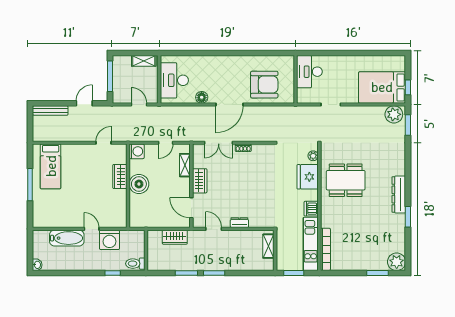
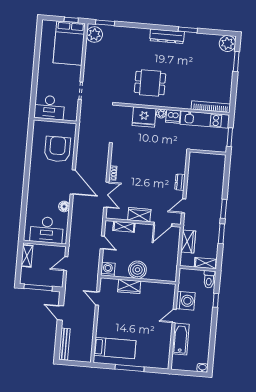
plant: (313, 156) -> (161, 114), moved
dining table: (346, 180) -> (150, 83), width x0.73
shelving: (268, 246) -> (206, 263), moved

